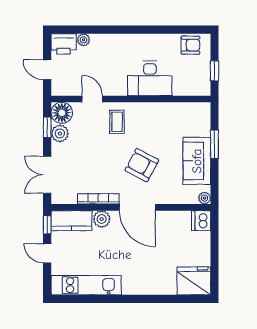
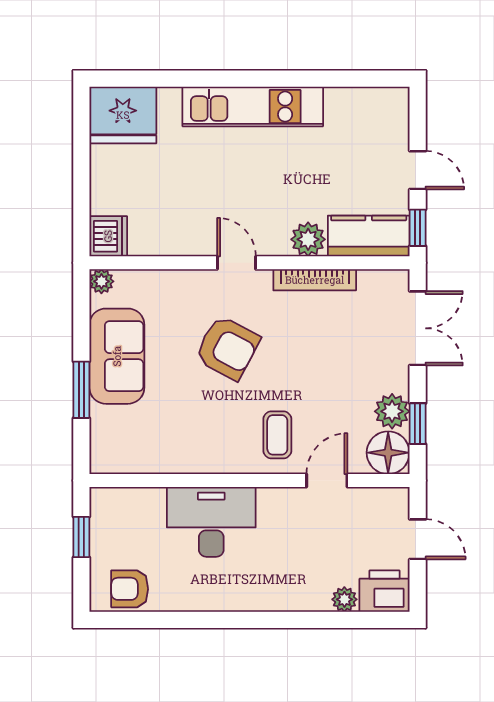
door: (92, 99) -> (327, 481), swing flipped
door: (137, 207) -> (236, 263), width x0.53
kitchen unit: (86, 285) -> (253, 107), moved

